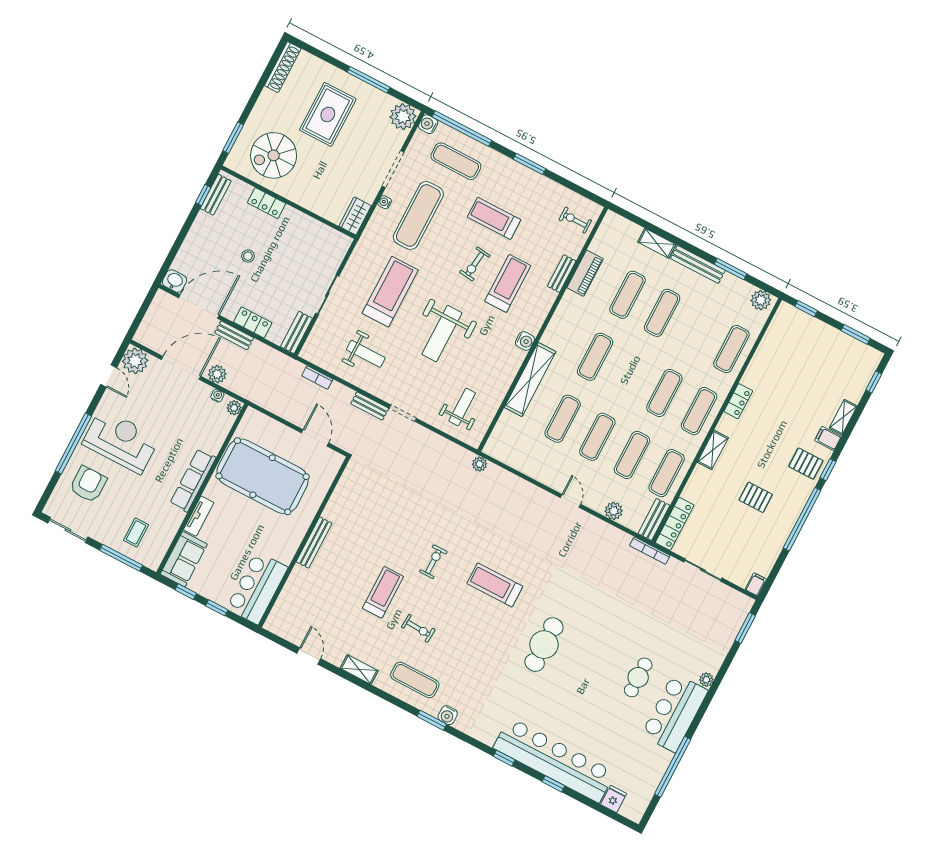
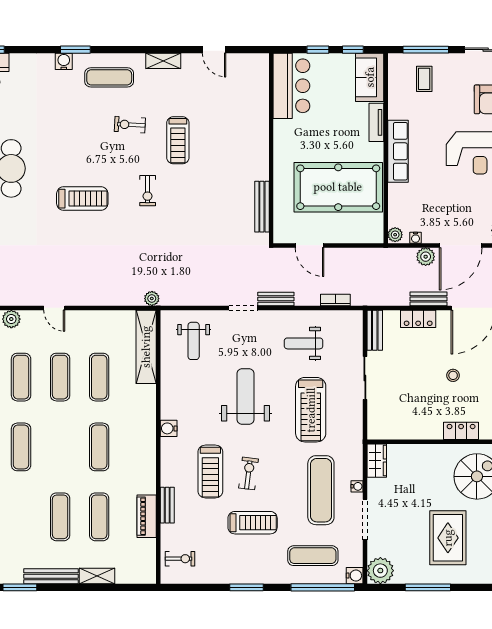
shelving: (530, 380) -> (146, 347), moved
bench: (314, 543) -> (262, 207), moved

